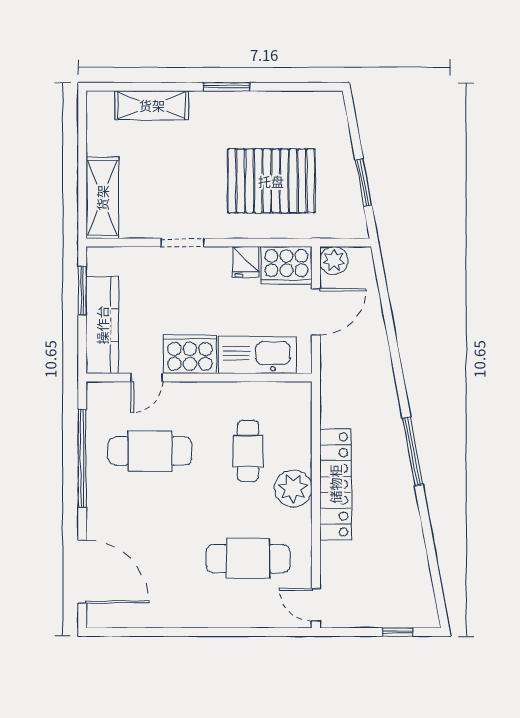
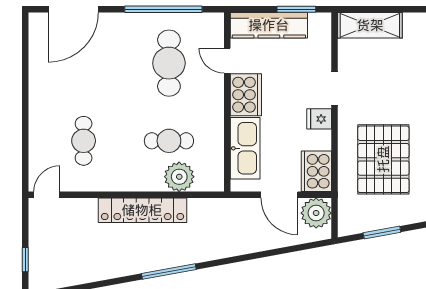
plant: (334, 260) -> (316, 213), width x1.36, depth x1.36
fridge: (246, 262) -> (319, 119), moved
plant: (293, 488) -> (179, 177), moved
cafe table: (248, 559) -> (84, 141), width x0.73, depth x0.74

